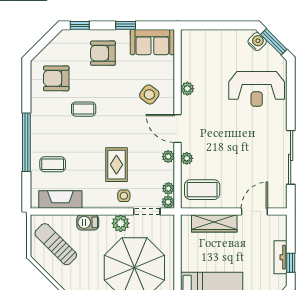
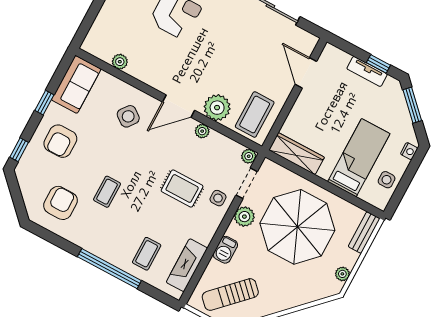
armchair: (56, 78) -> (60, 203), turned 180
plant: (187, 89) -> (120, 62), moved
plant: (187, 158) -> (217, 108), width x1.88, depth x1.88
plant: (168, 188) -> (235, 148), removed
wardrobe: (214, 223) -> (297, 154), moved, turned -90

